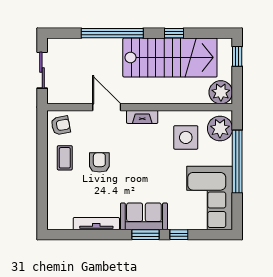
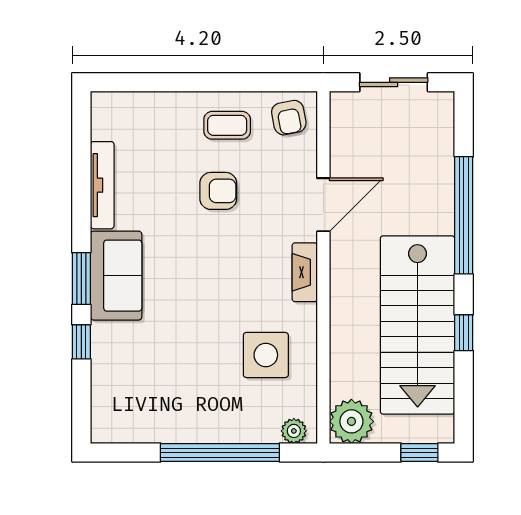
plant: (220, 128) -> (294, 431), width x0.53, depth x0.53
corner sofa: (210, 198) -> (151, 400), removed

